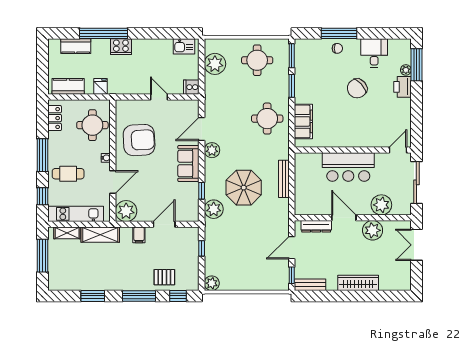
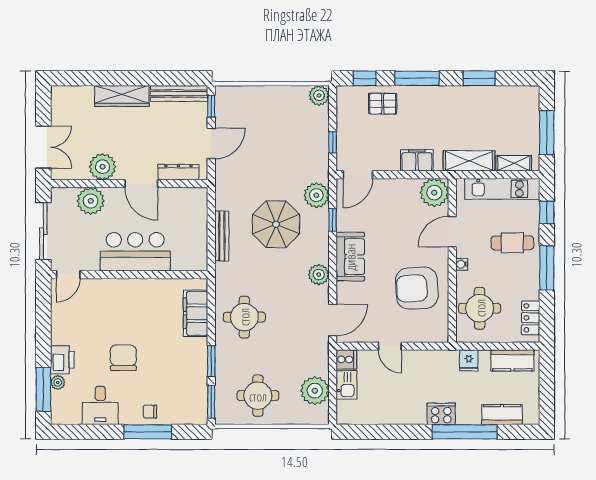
kitchen sink: (184, 46) -> (347, 385), moved, turned 90
chair: (357, 88) -> (123, 358), turned -49
door: (202, 129) -> (333, 320), moved
door: (164, 224) -> (358, 175), moved
filing cabinet: (139, 235) -> (417, 160), width x2.00
bench: (310, 285) -> (179, 93), width x1.36

